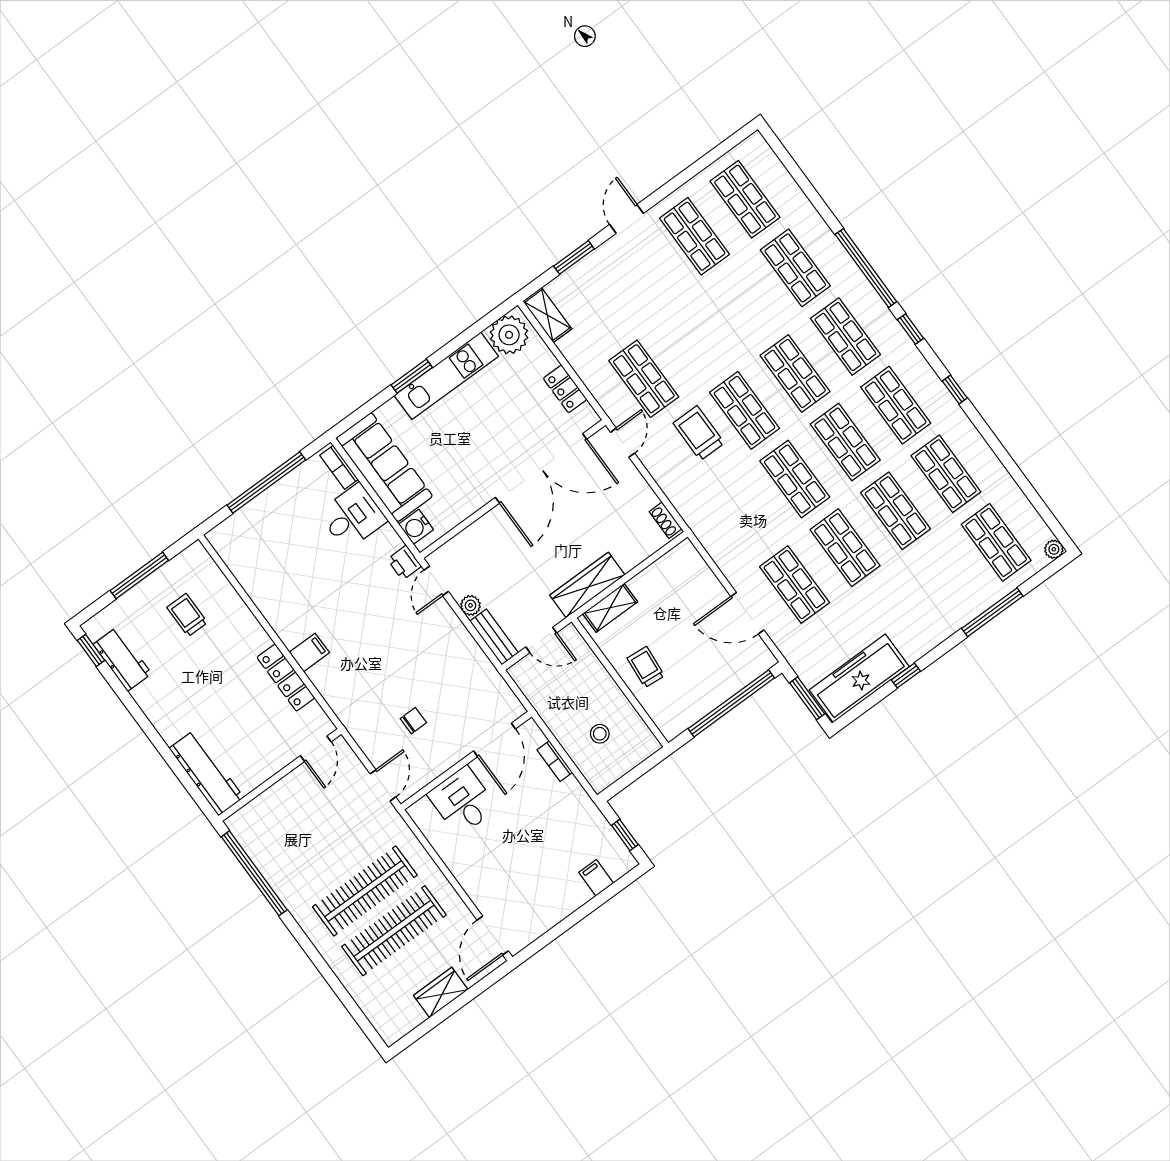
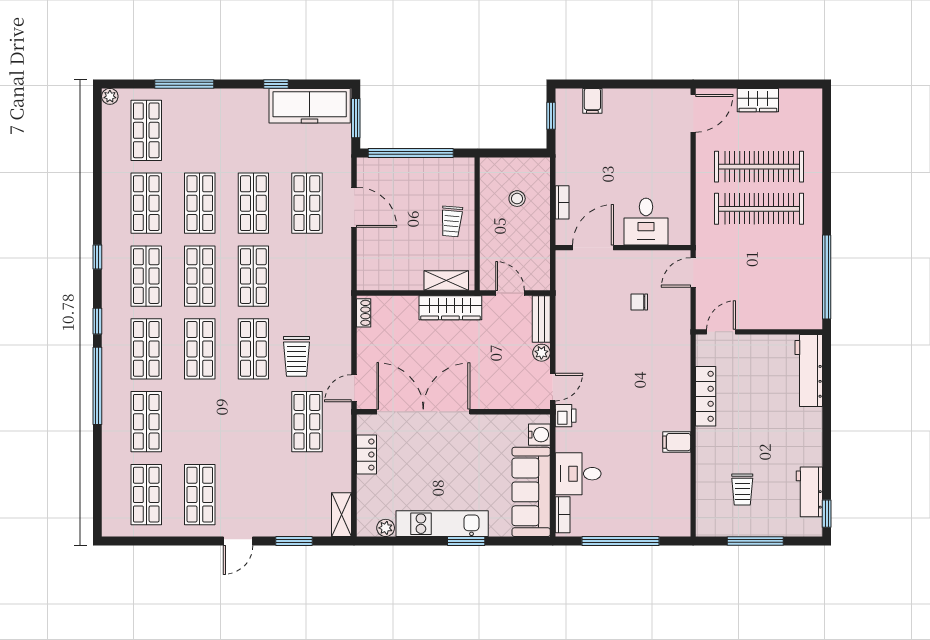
plant: (509, 335) -> (386, 528), width x0.53, depth x0.53
filing cabinet: (309, 652) -> (677, 442), moved

